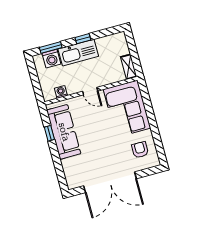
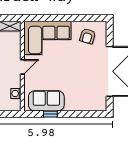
sofa: (64, 132) -> (46, 101), width x0.73
armchair: (140, 150) -> (88, 36), turned -73

